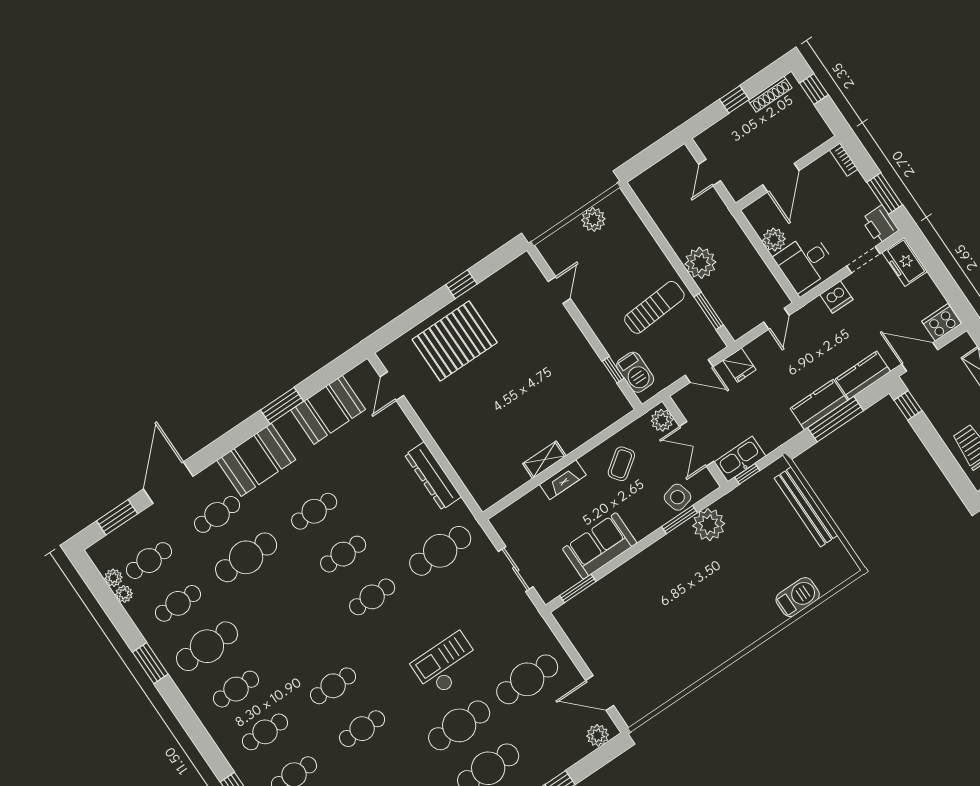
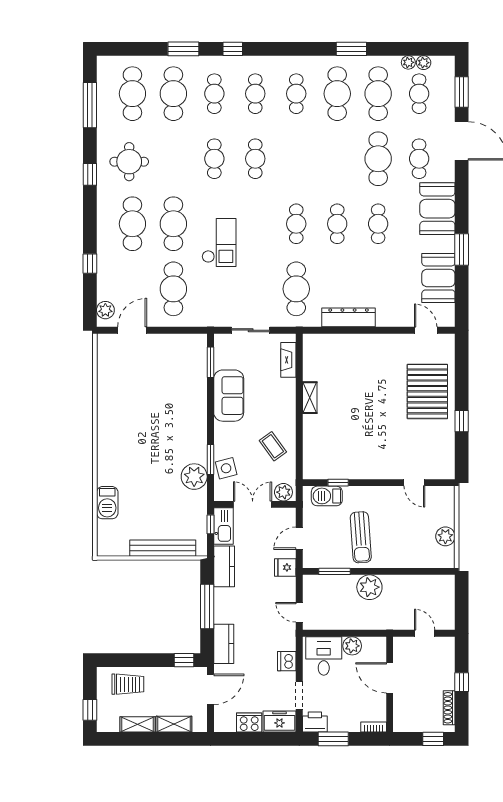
cooker: (942, 322) -> (249, 722), moved, turned -90
kitchen counter: (819, 404) -> (224, 566), moved
fireplace: (563, 480) -> (288, 360), moved
cafe table: (178, 603) -> (378, 94), width x1.37, depth x1.35

